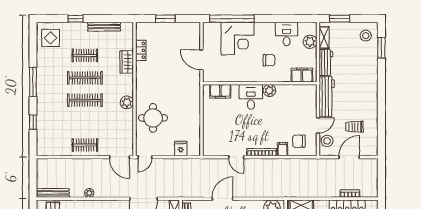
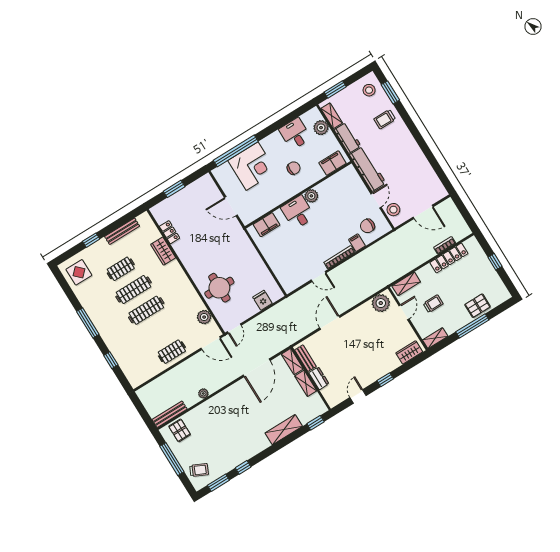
plant: (127, 102) -> (204, 317), moved
trolley: (355, 127) -> (385, 119), moved
door: (349, 157) -> (423, 212), swing flipped

